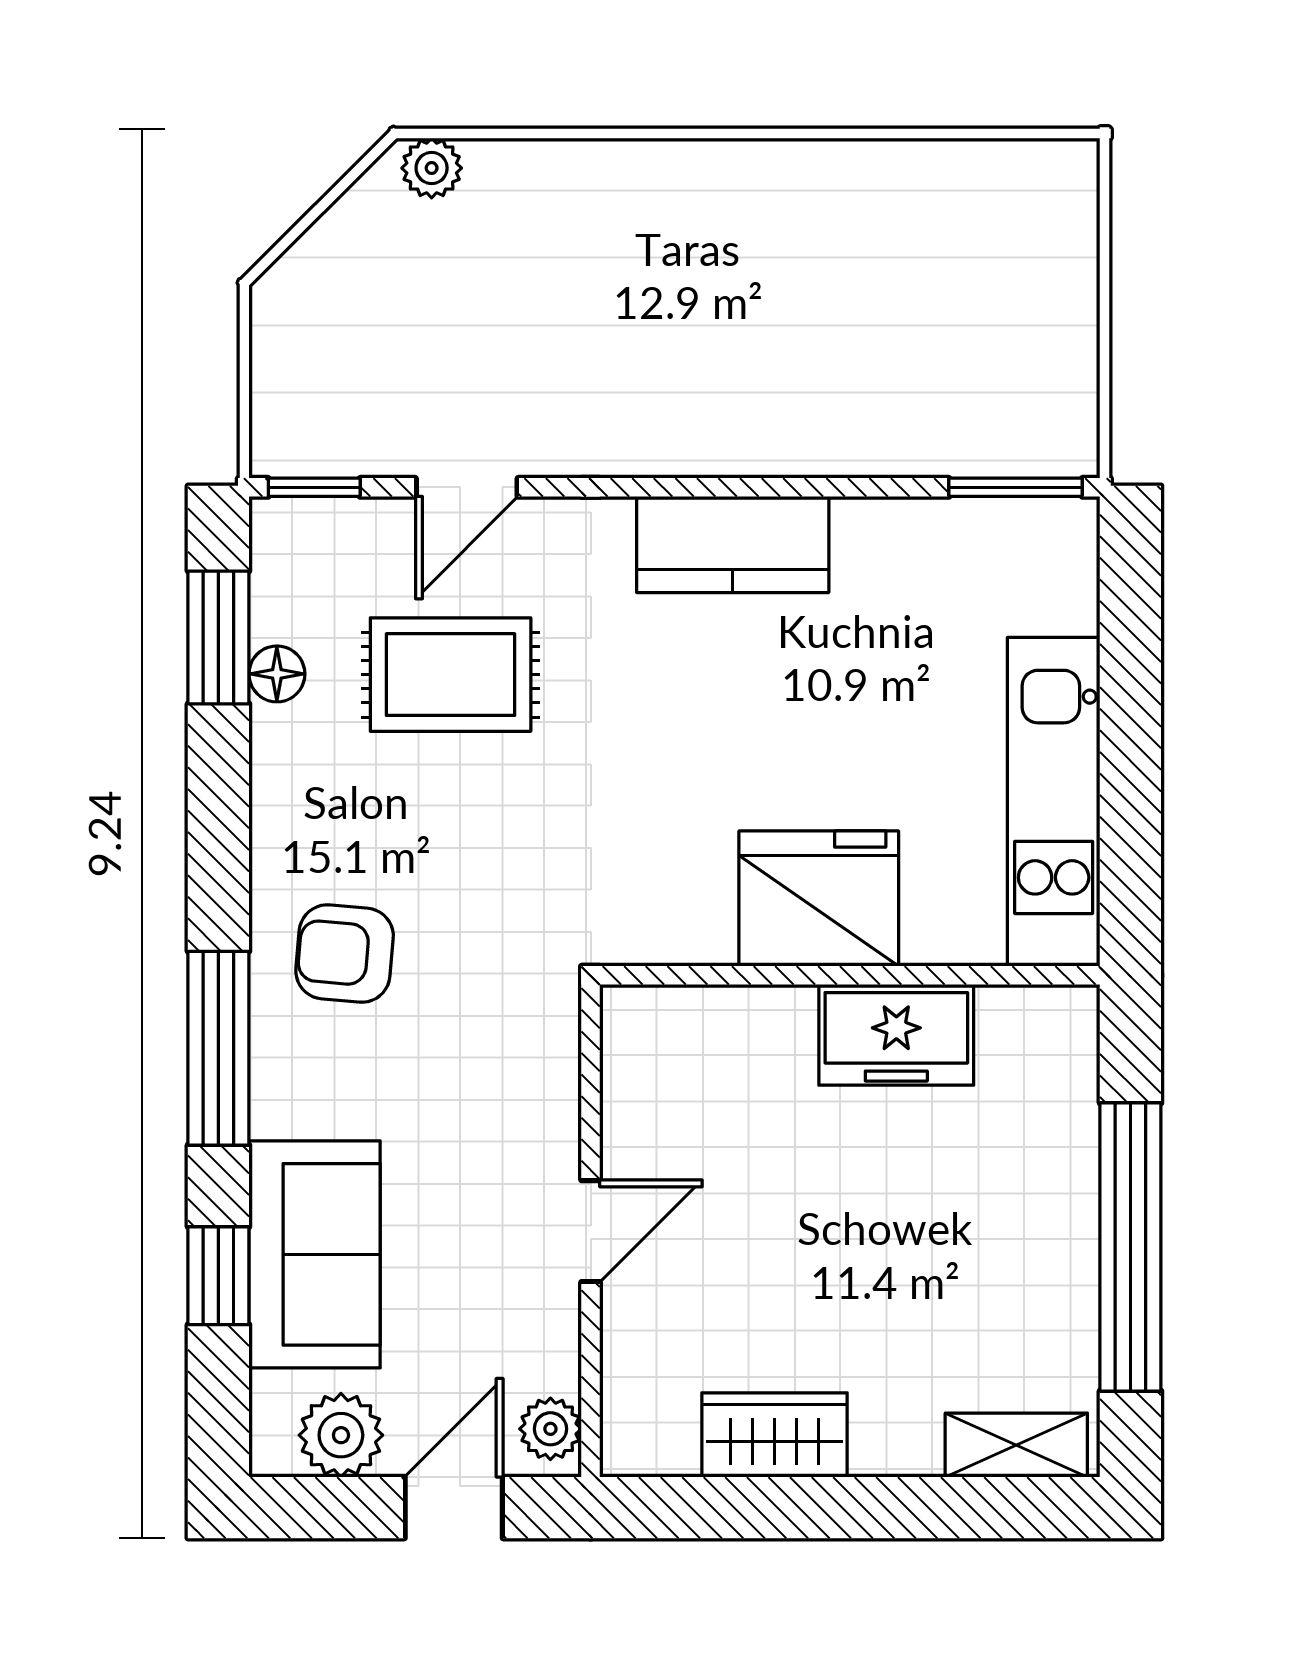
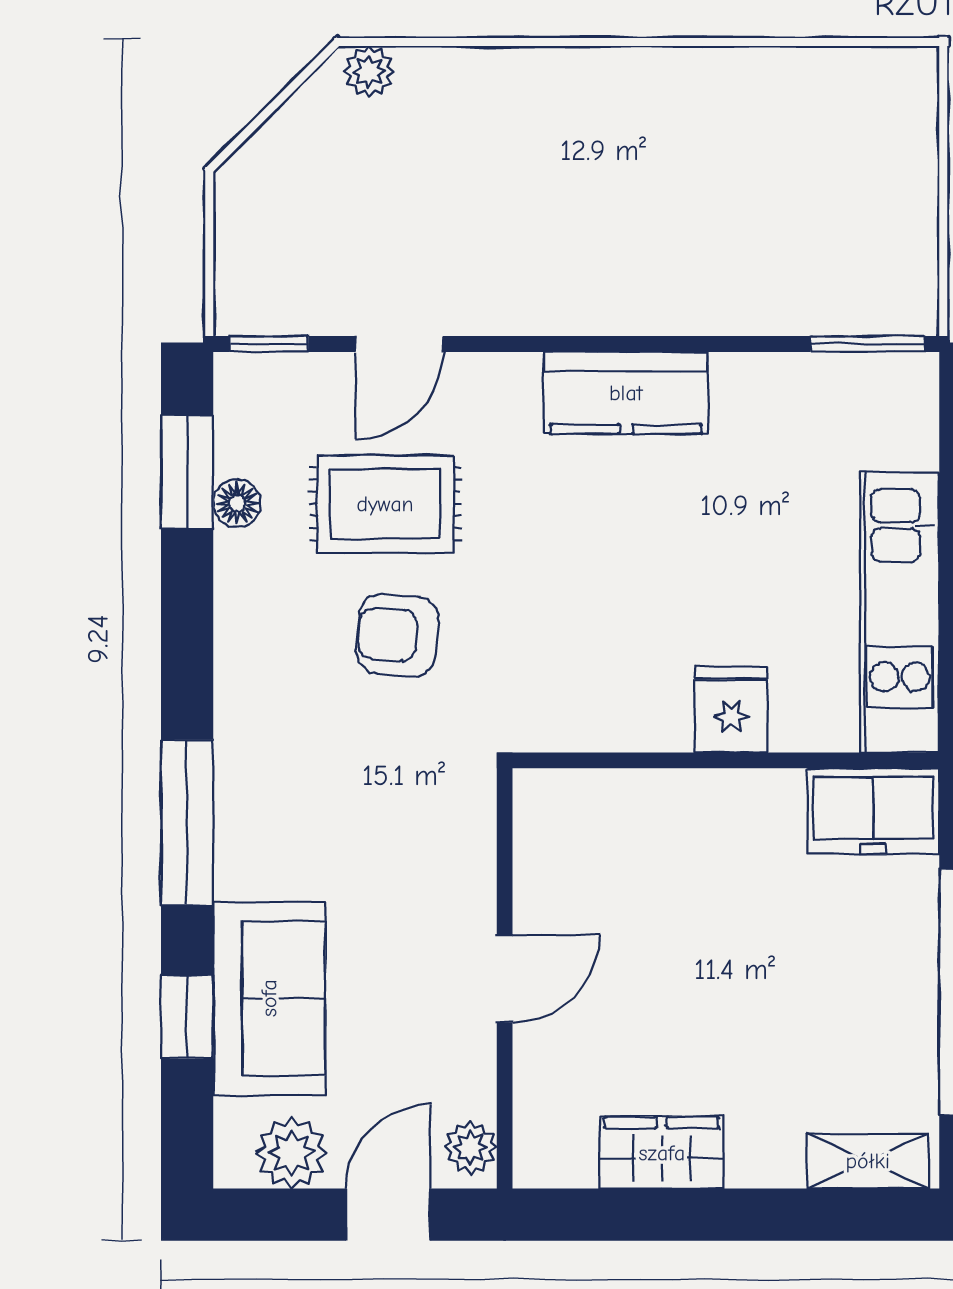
fridge: (819, 899) -> (731, 709), width x0.53, depth x0.75
armchair: (345, 954) -> (397, 635), moved
freezer: (896, 1035) -> (873, 811), moved

